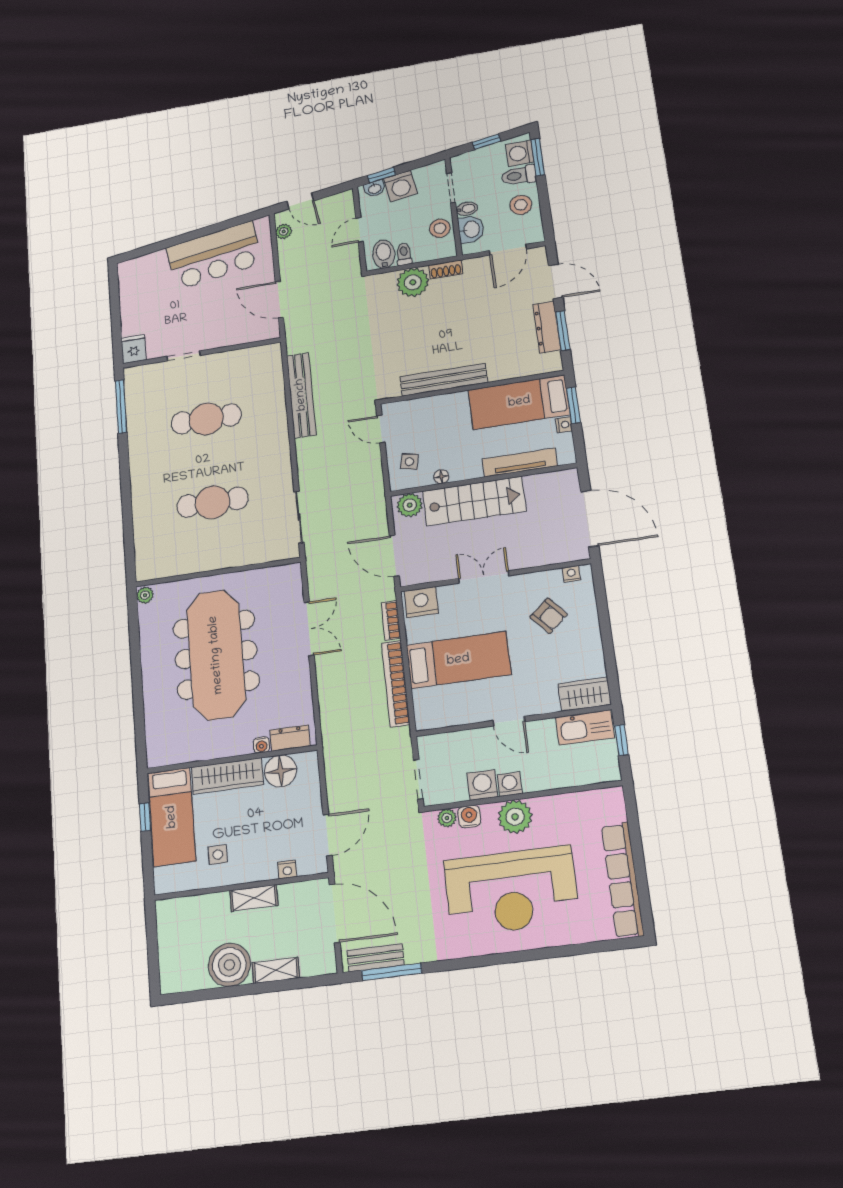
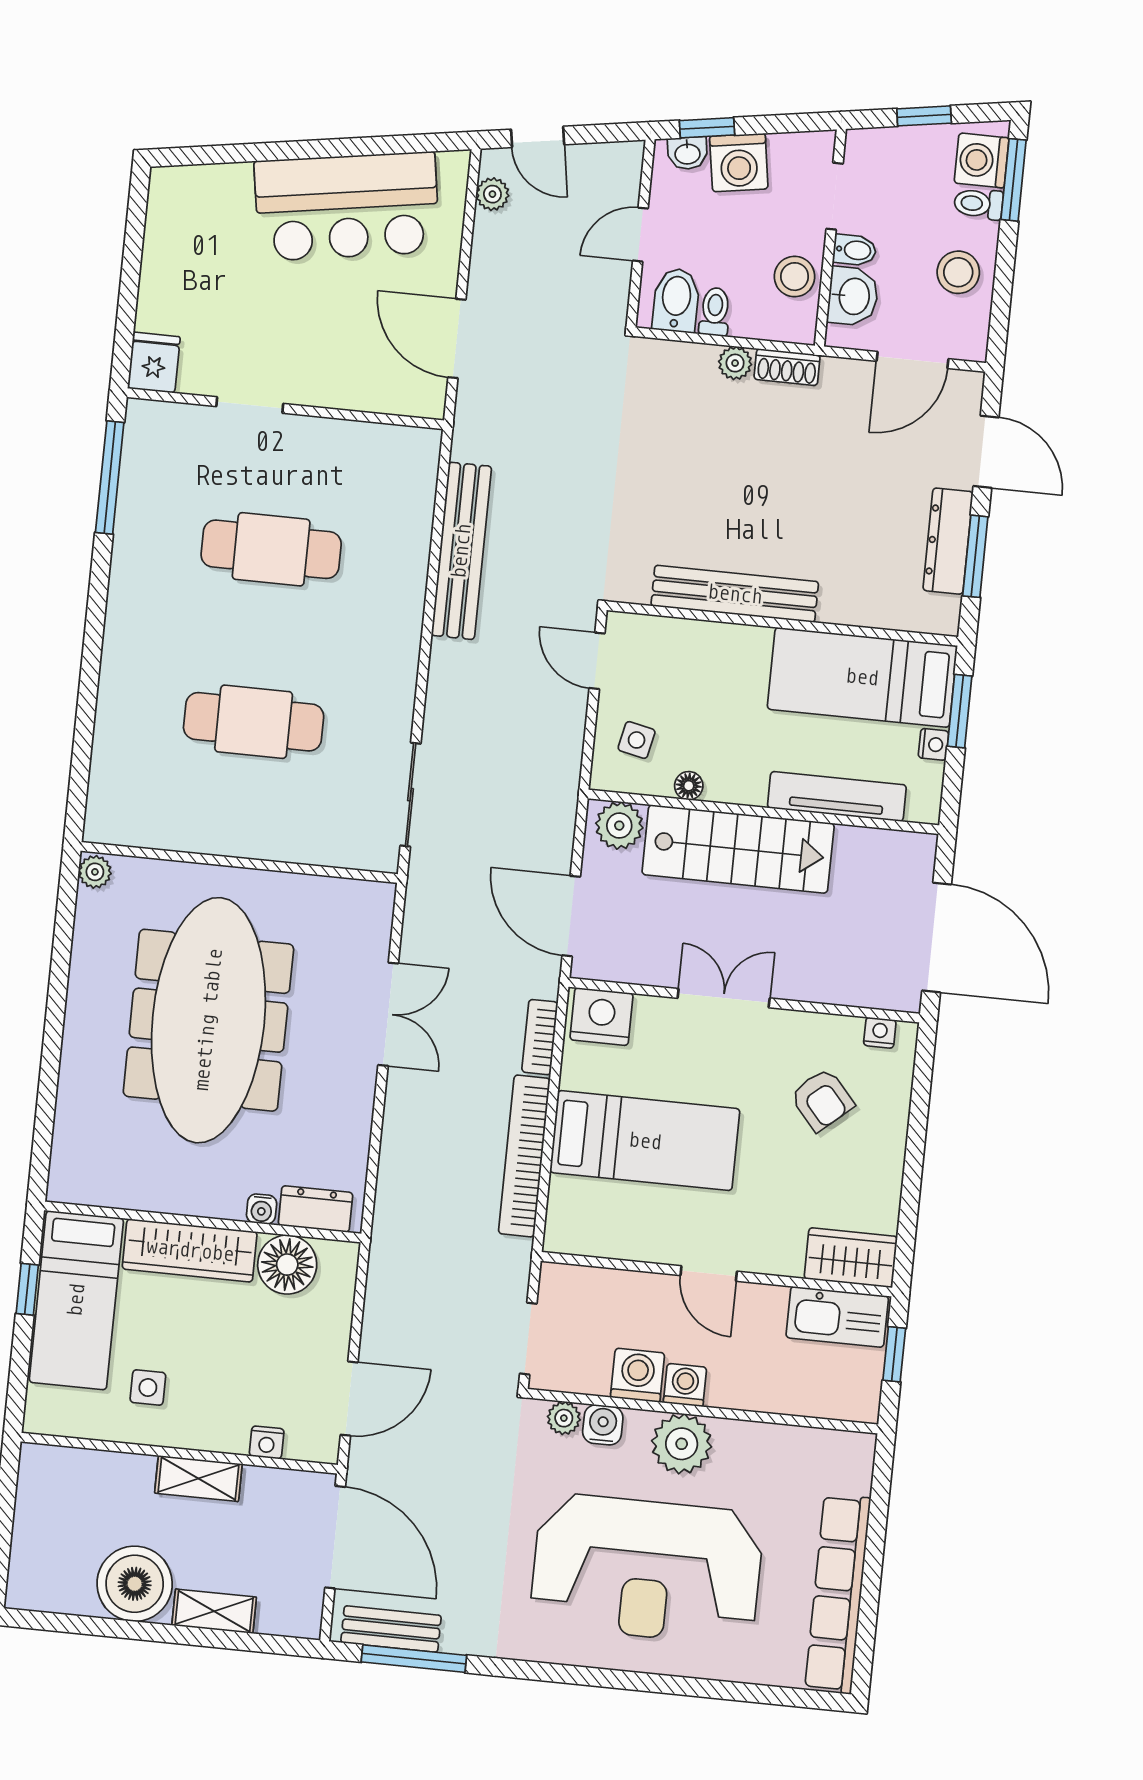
toilet: (519, 176) -> (978, 204), width x0.73, depth x0.72
plant: (413, 282) -> (735, 363), width x0.53, depth x0.53

